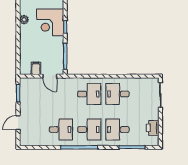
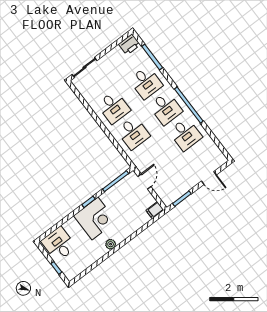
filing cabinet: (36, 68) -> (155, 210), moved
desk: (89, 94) -> (133, 133), turned 180
printer: (153, 128) -> (130, 44), moved
desk: (61, 130) -> (185, 134), turned 180
desk: (89, 130) -> (166, 108), turned 180

